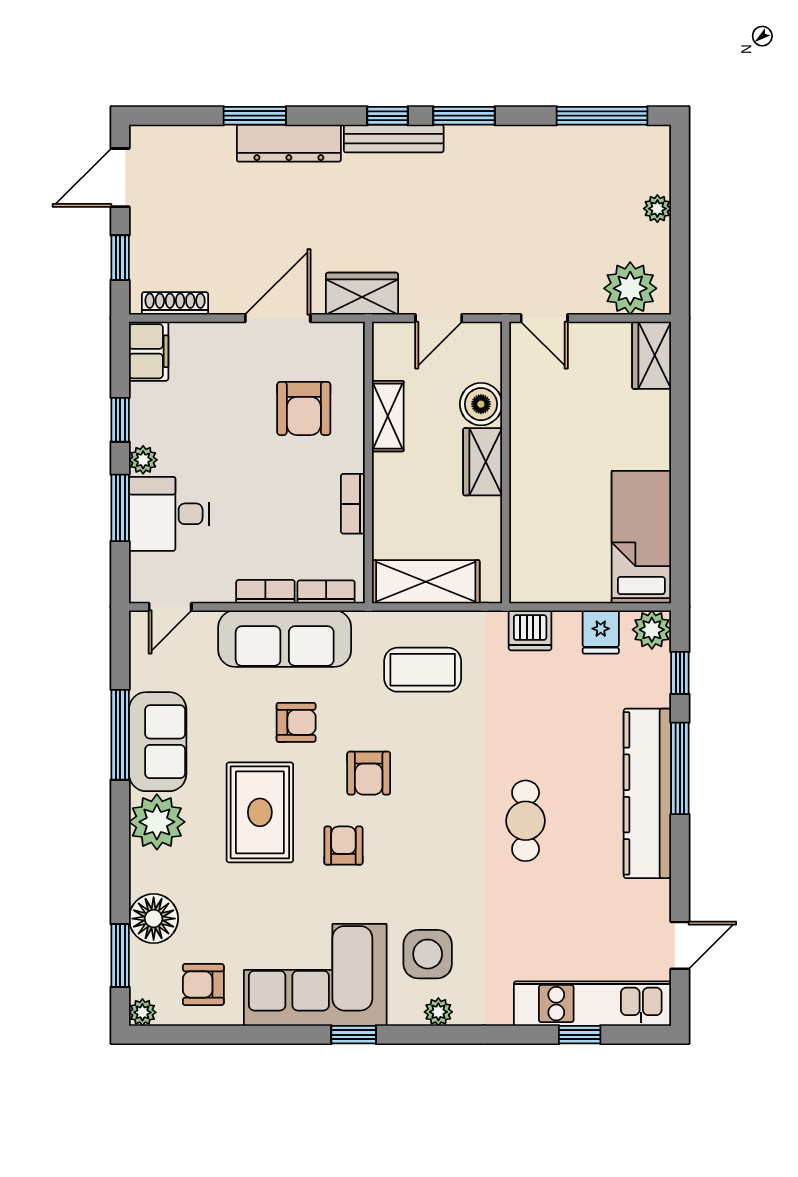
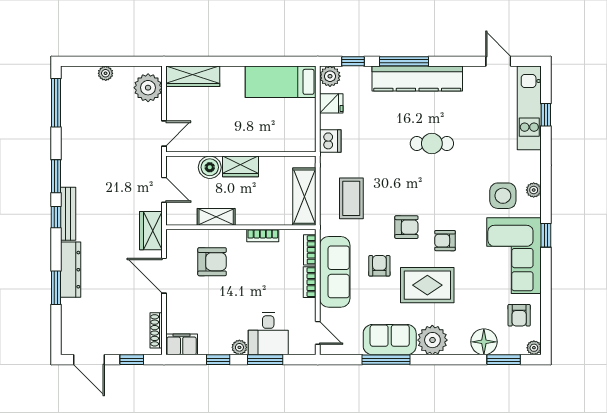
wardrobe: (652, 355) -> (193, 76), width x1.50

